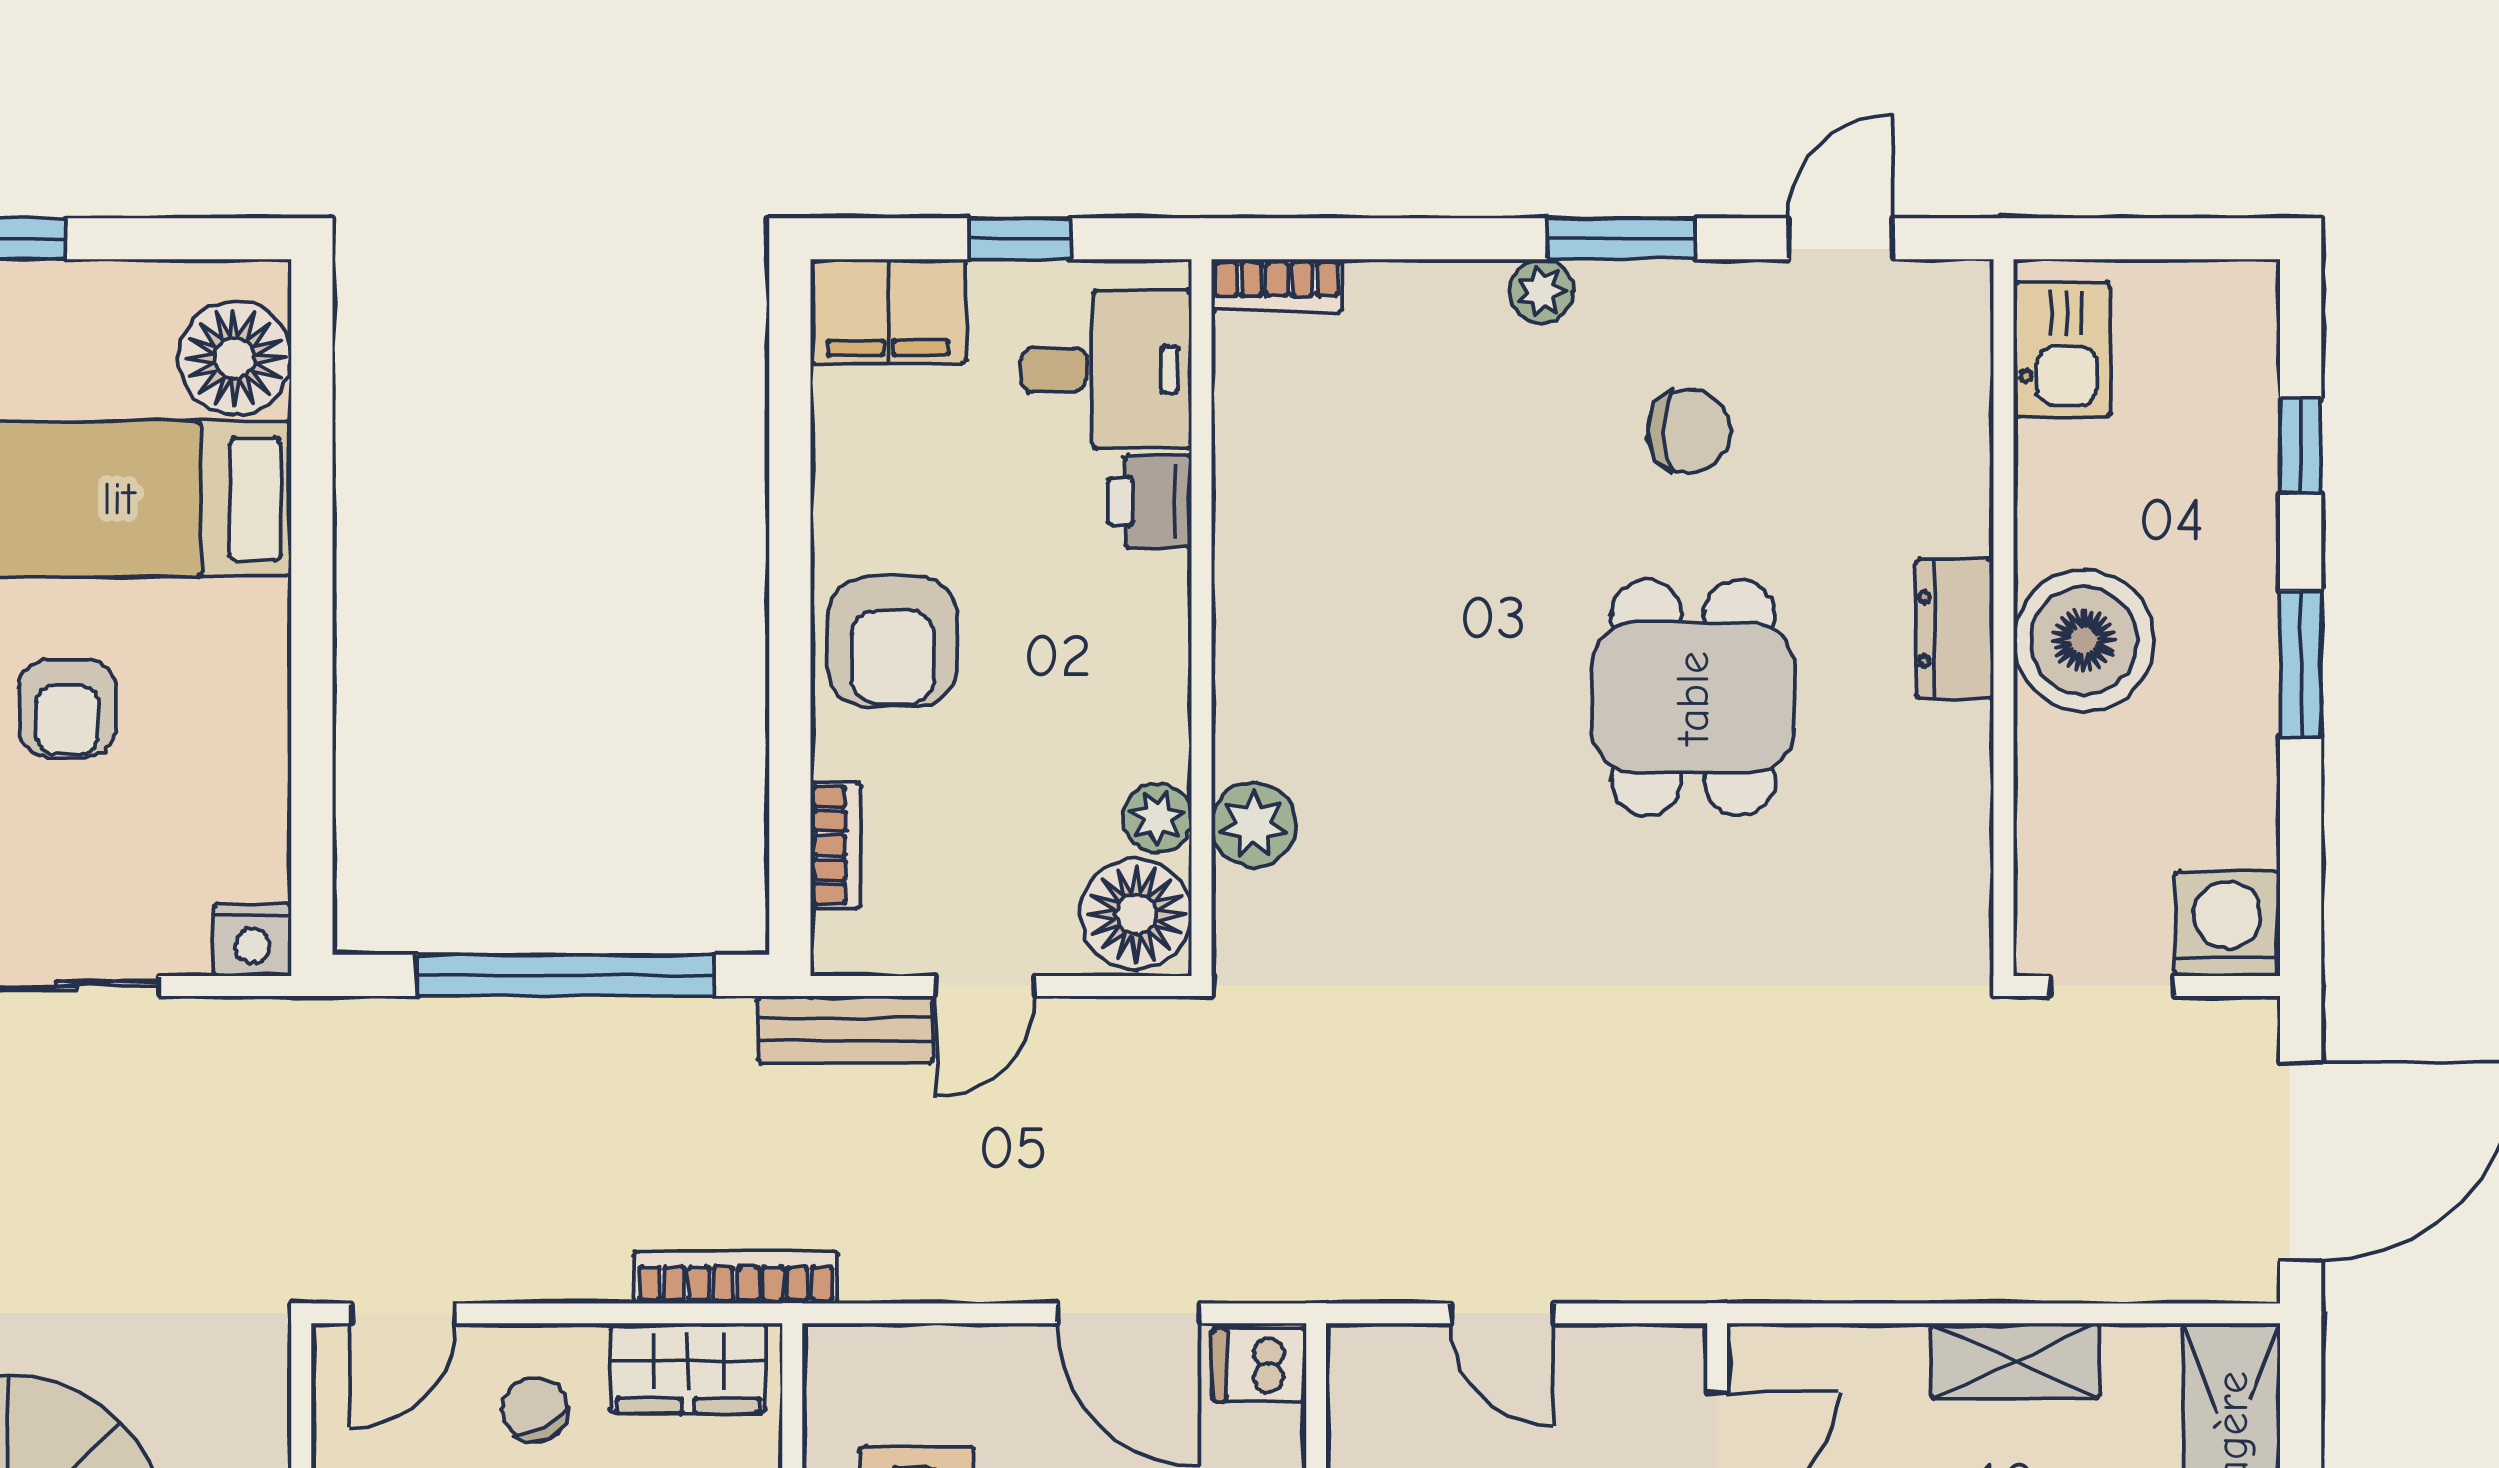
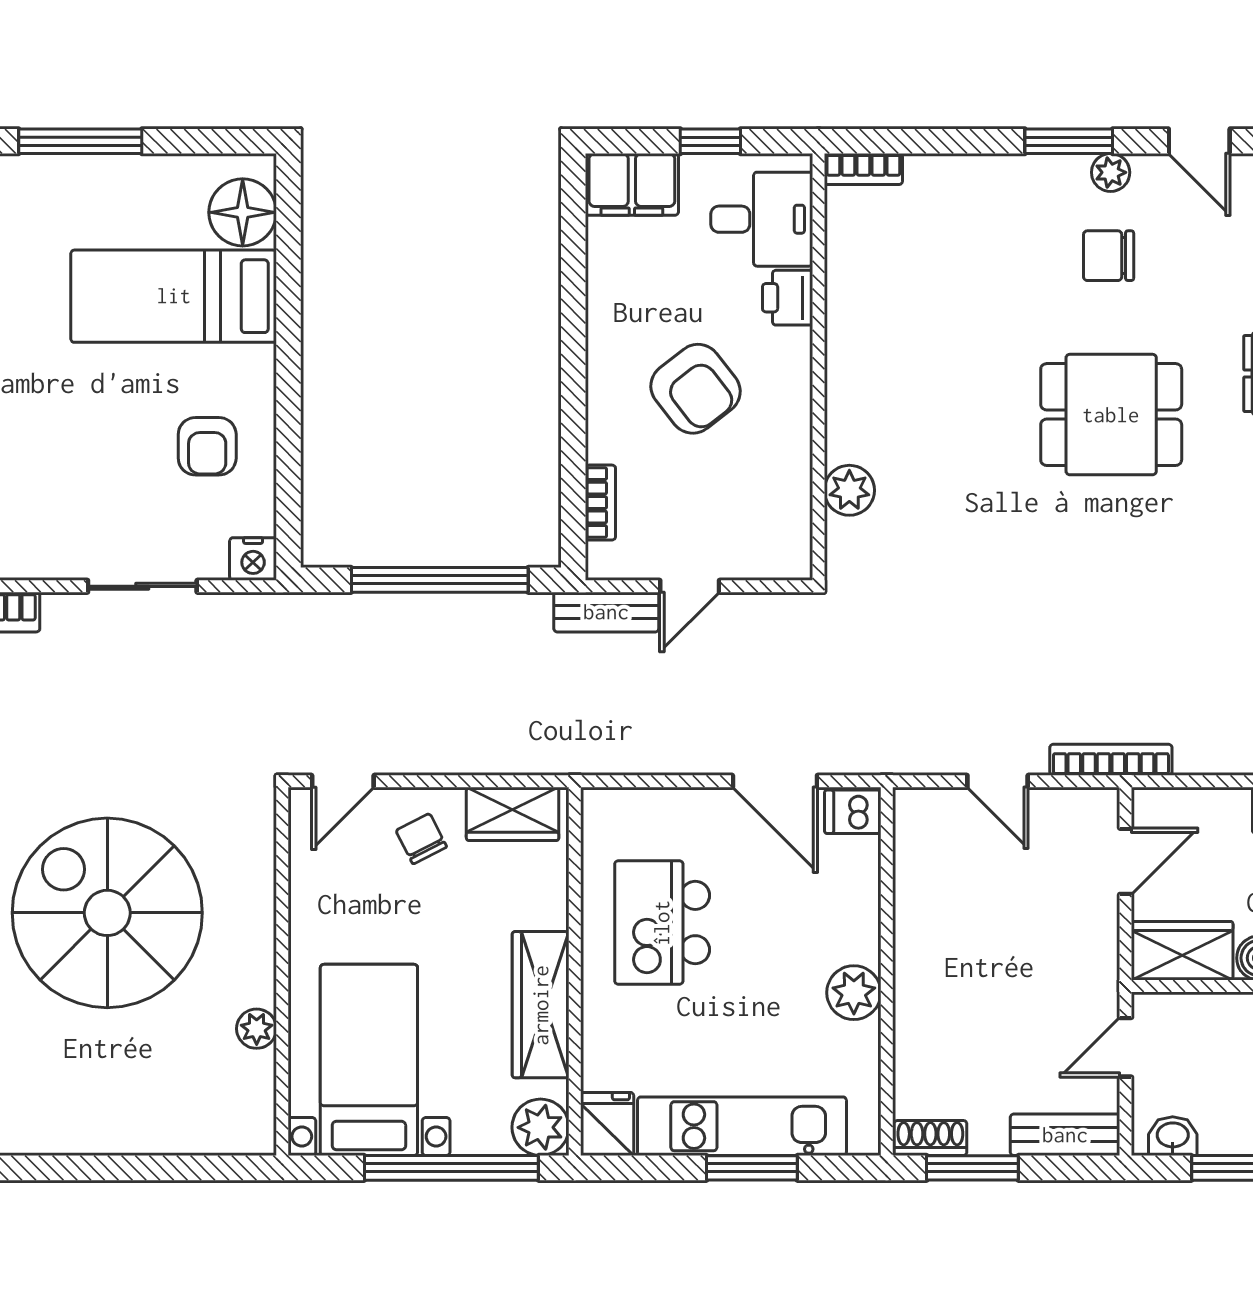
door: (1841, 239) -> (1199, 141), swing flipped
plant: (1541, 291) -> (1111, 172), moved
chair: (1689, 431) -> (1109, 256), turned 180
armchair: (893, 642) -> (695, 389), moved, turned -38
dining table: (1693, 698) -> (1111, 415), turned 90
armchair: (67, 708) -> (207, 446), moved
plant: (1157, 818) -> (792, 486), removed
floor lamp: (1136, 914) -> (779, 544), removed
bookcase: (736, 1277) -> (1111, 760), moved

